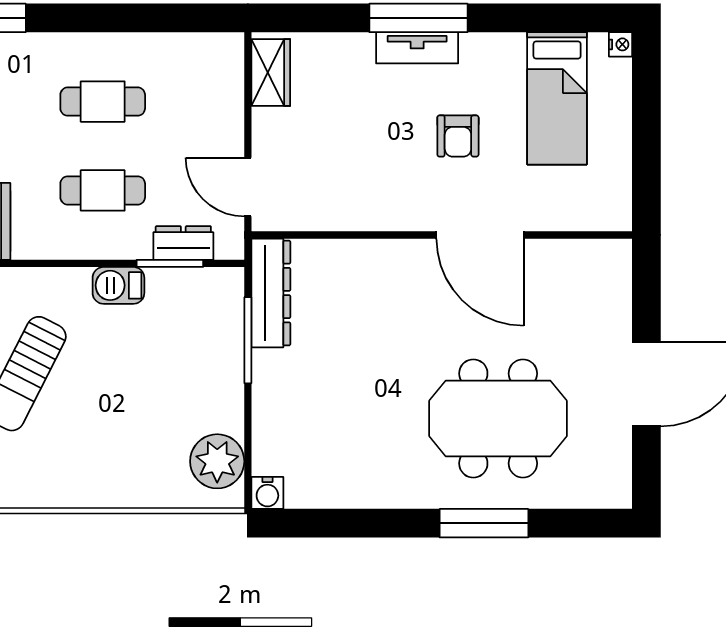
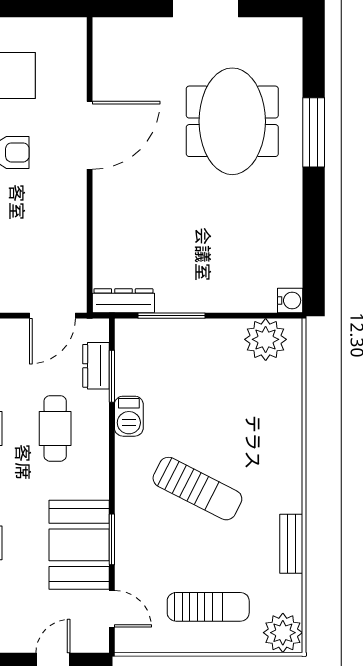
dresser: (271, 293) -> (123, 301), width x0.73, depth x0.80

